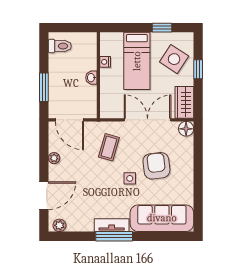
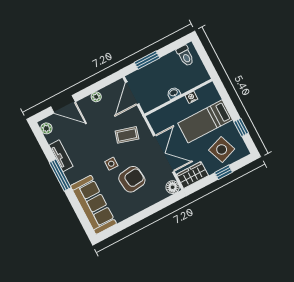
side table: (174, 59) -> (222, 149), turned 37
tv unit: (112, 225) -> (61, 156), moved

